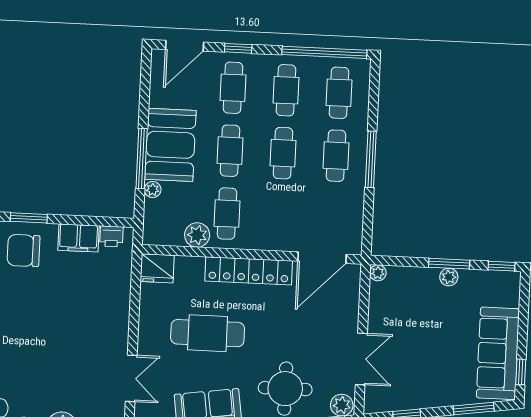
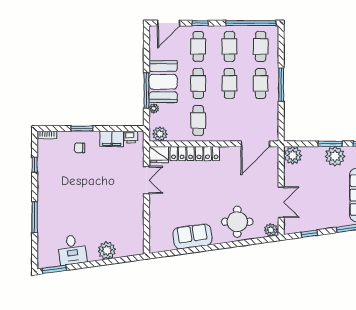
plant: (197, 235) -> (160, 134), moved
chair: (23, 251) -> (80, 148), width x0.54, depth x0.54
locker: (249, 271) -> (195, 154), moved
plant: (378, 273) -> (293, 155), width x1.87, depth x1.87
plant: (449, 277) -> (335, 156), width x1.87, depth x1.87
cafe table: (208, 333) -> (190, 191), removed
double door: (131, 378) -> (146, 180), moved

